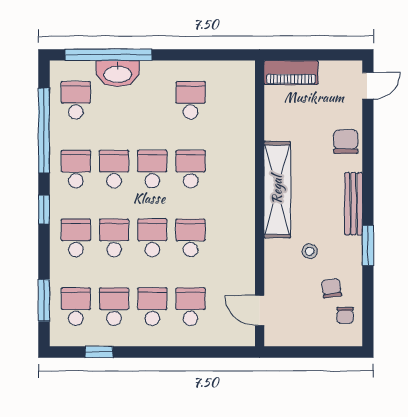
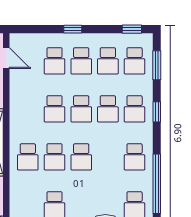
school desk: (114, 169) -> (28, 157), moved
window: (44, 210) -> (157, 112), moved
window: (99, 352) -> (132, 29), moved
window: (164, 352) -> (73, 29), added

